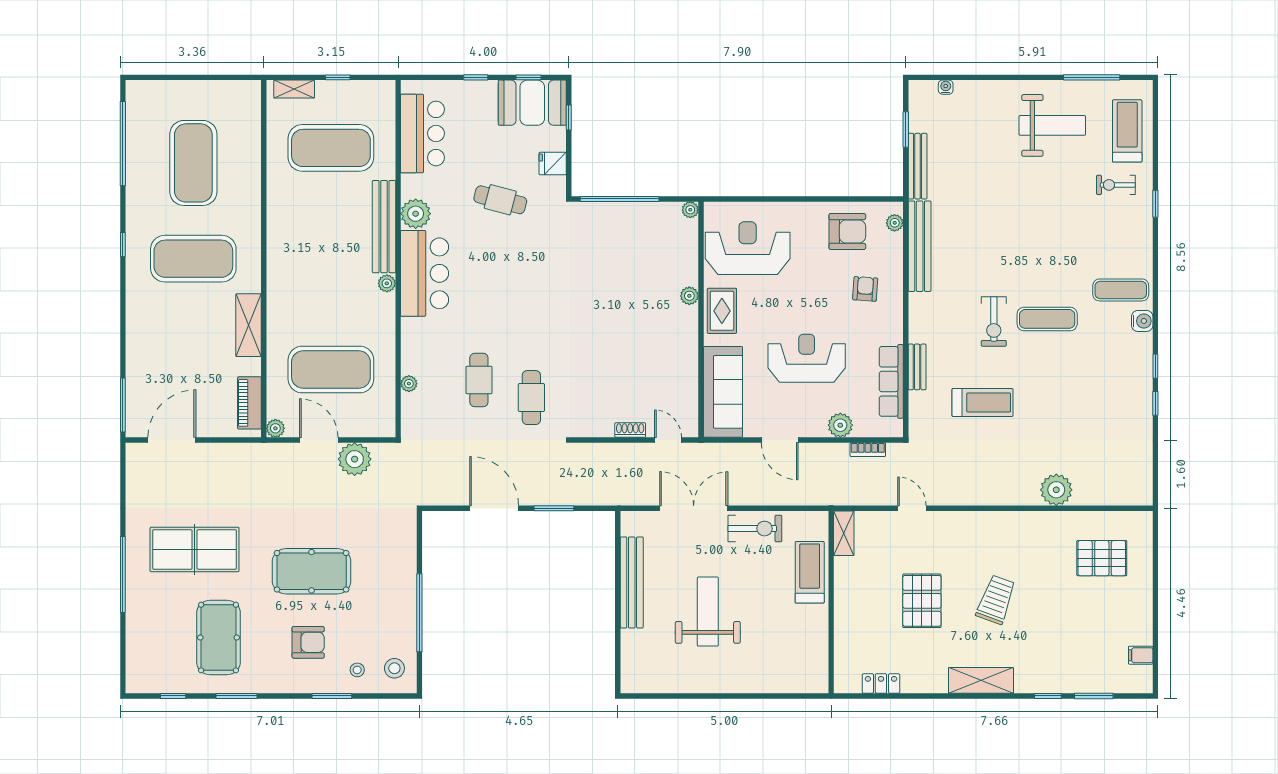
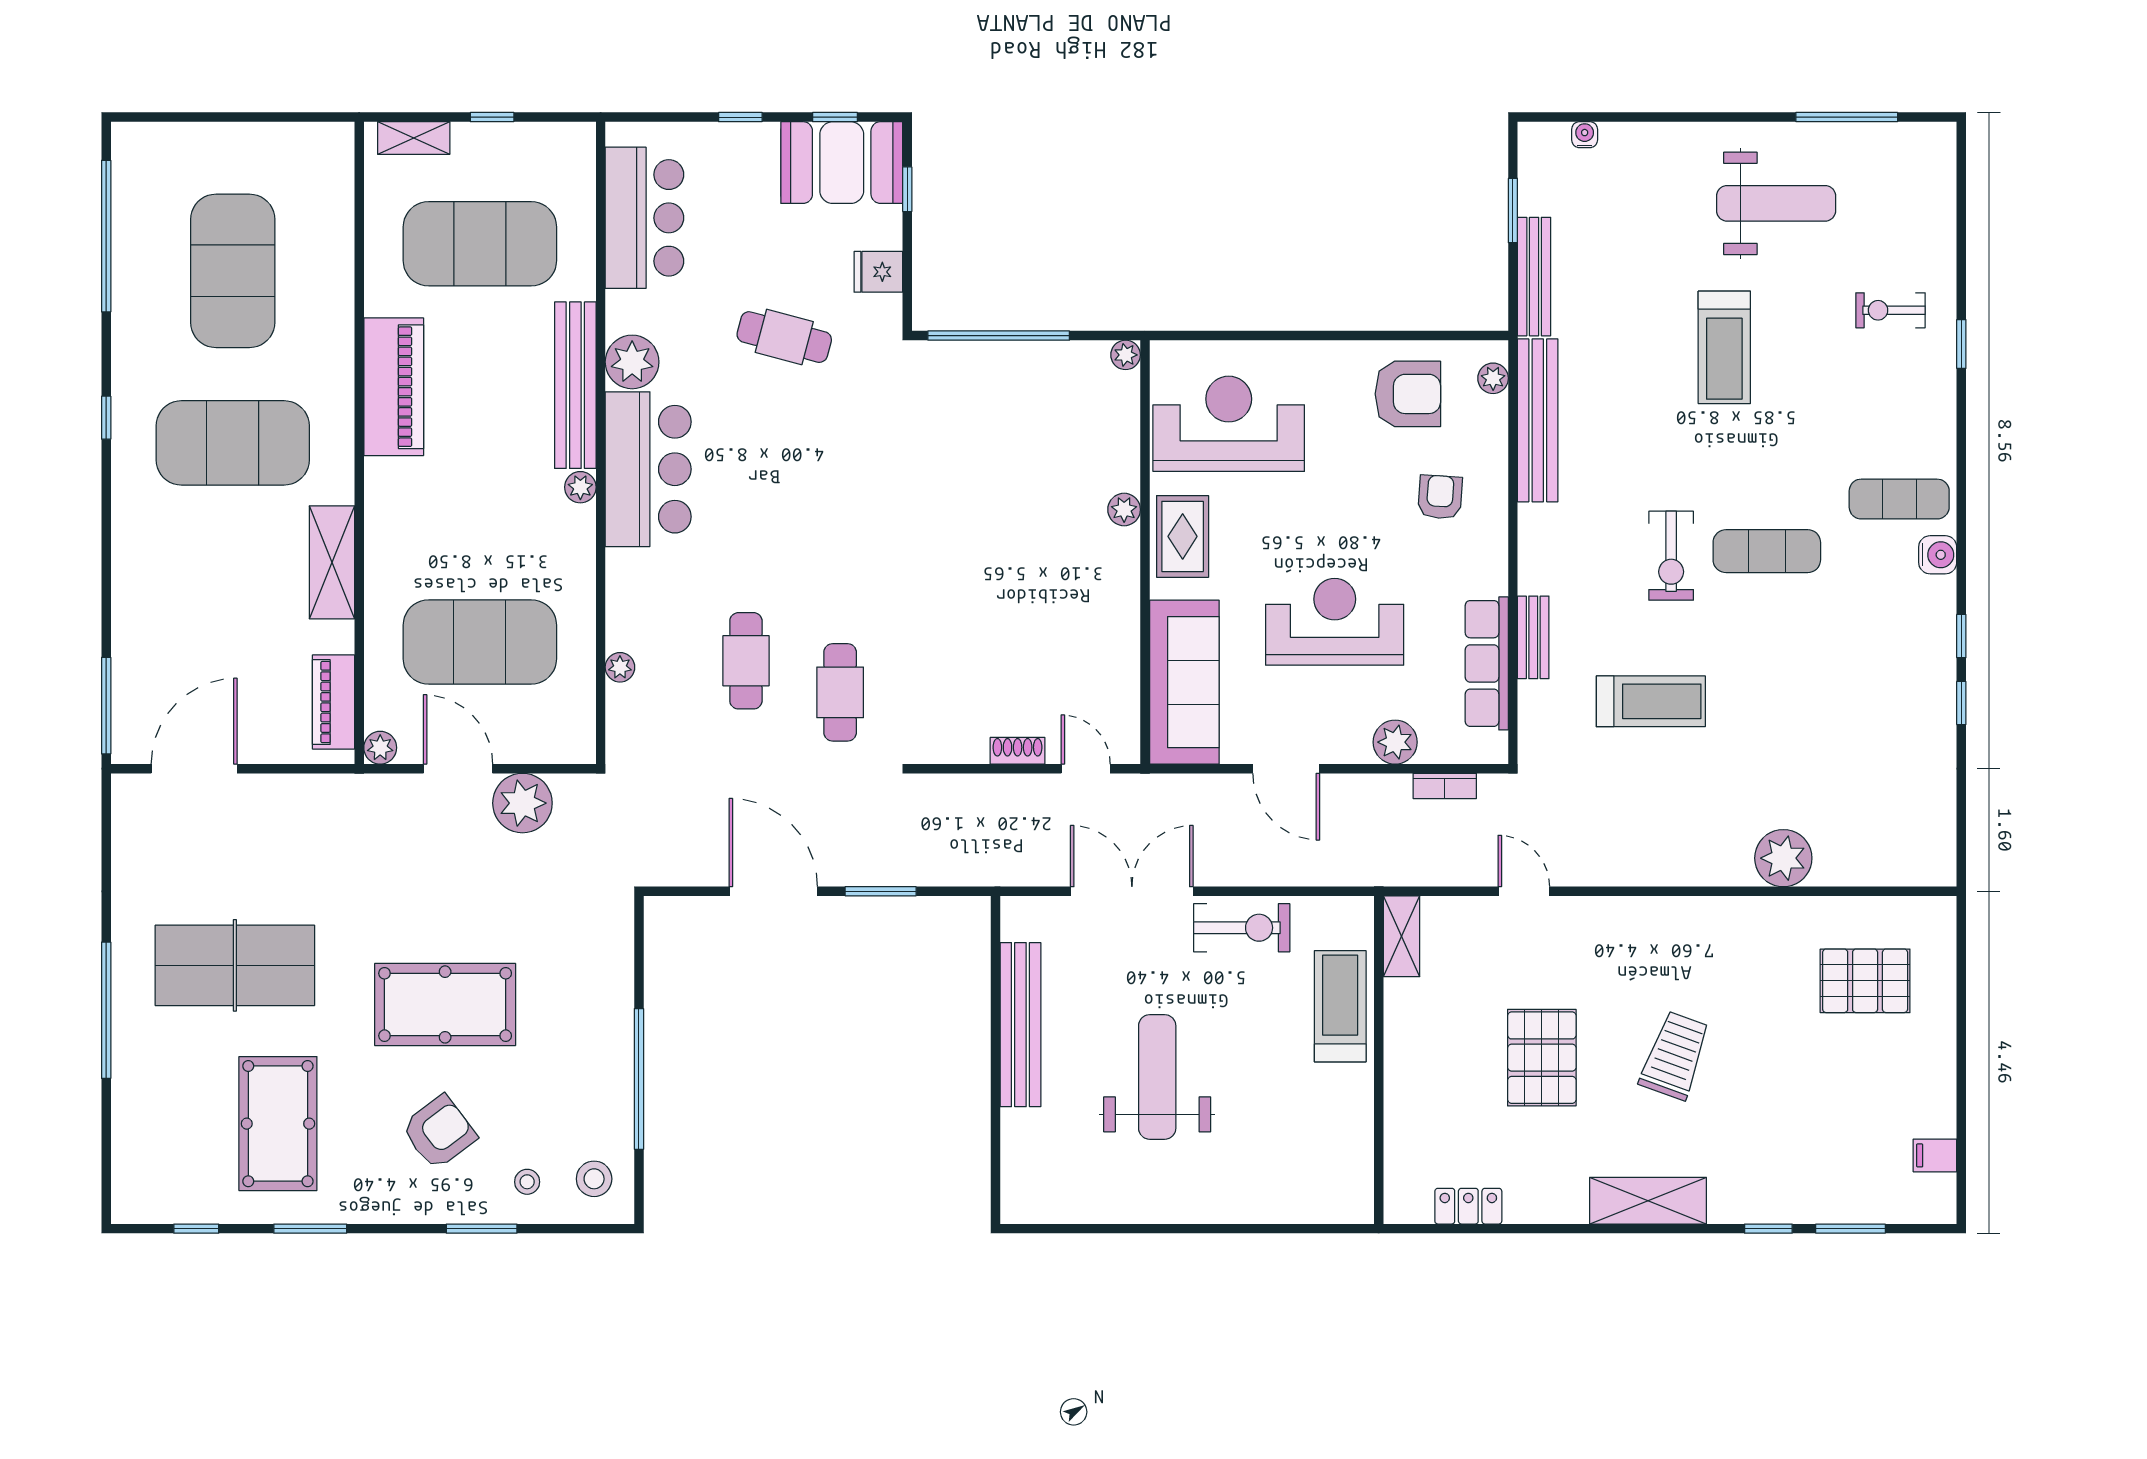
treadmill: (1127, 131) -> (1724, 347), moved, turned 180
piano: (283, 227) -> (394, 387), added
armchair: (308, 642) -> (439, 1132), turned -37

